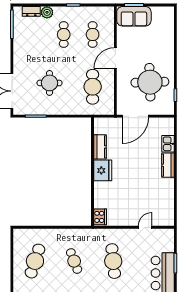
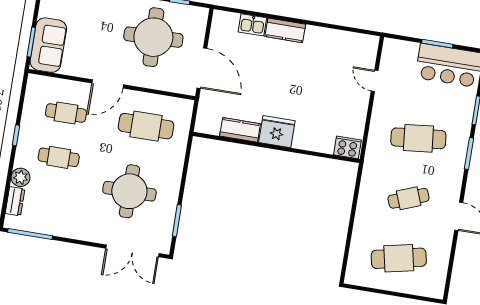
door: (115, 58) -> (108, 84), hinge flipped
round table: (50, 83) -> (129, 191), width x1.36, depth x1.36
cafe table: (35, 261) -> (399, 258), turned -30

